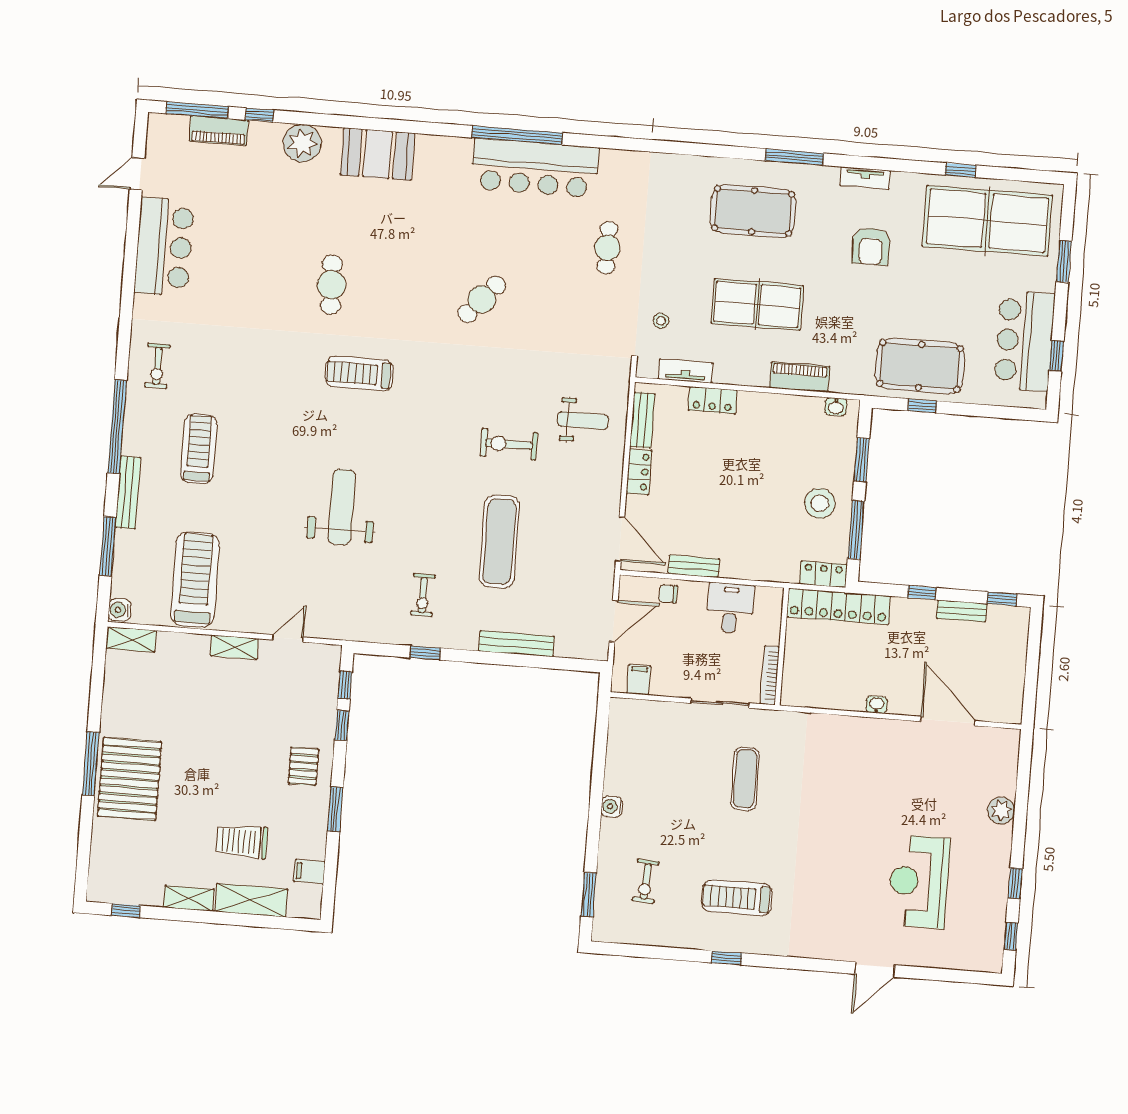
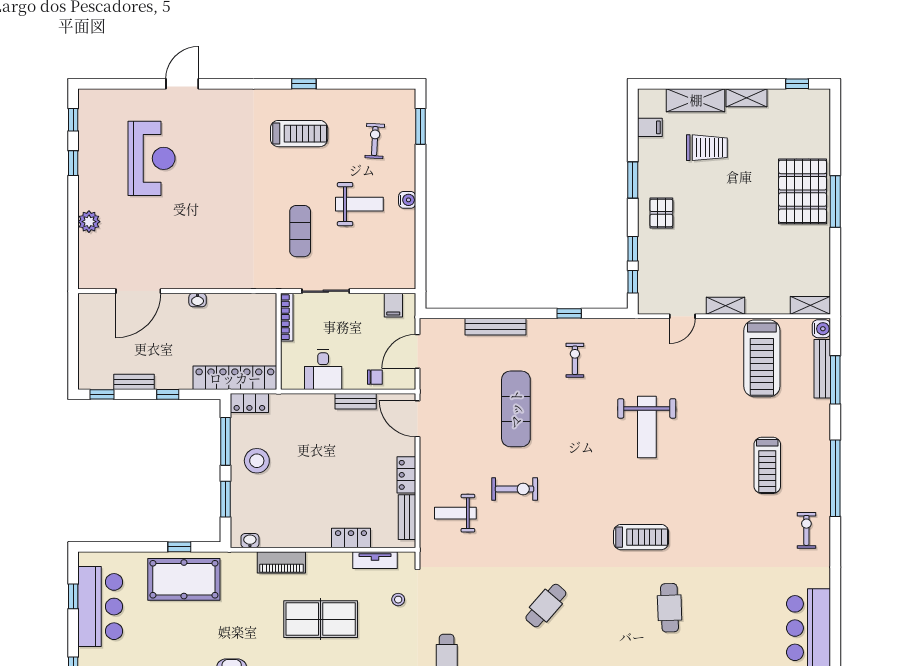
bench: (128, 492) -> (822, 369), moved
door: (948, 721) -> (138, 291), hinge flipped
weight bench: (670, 806) -> (359, 204), added

